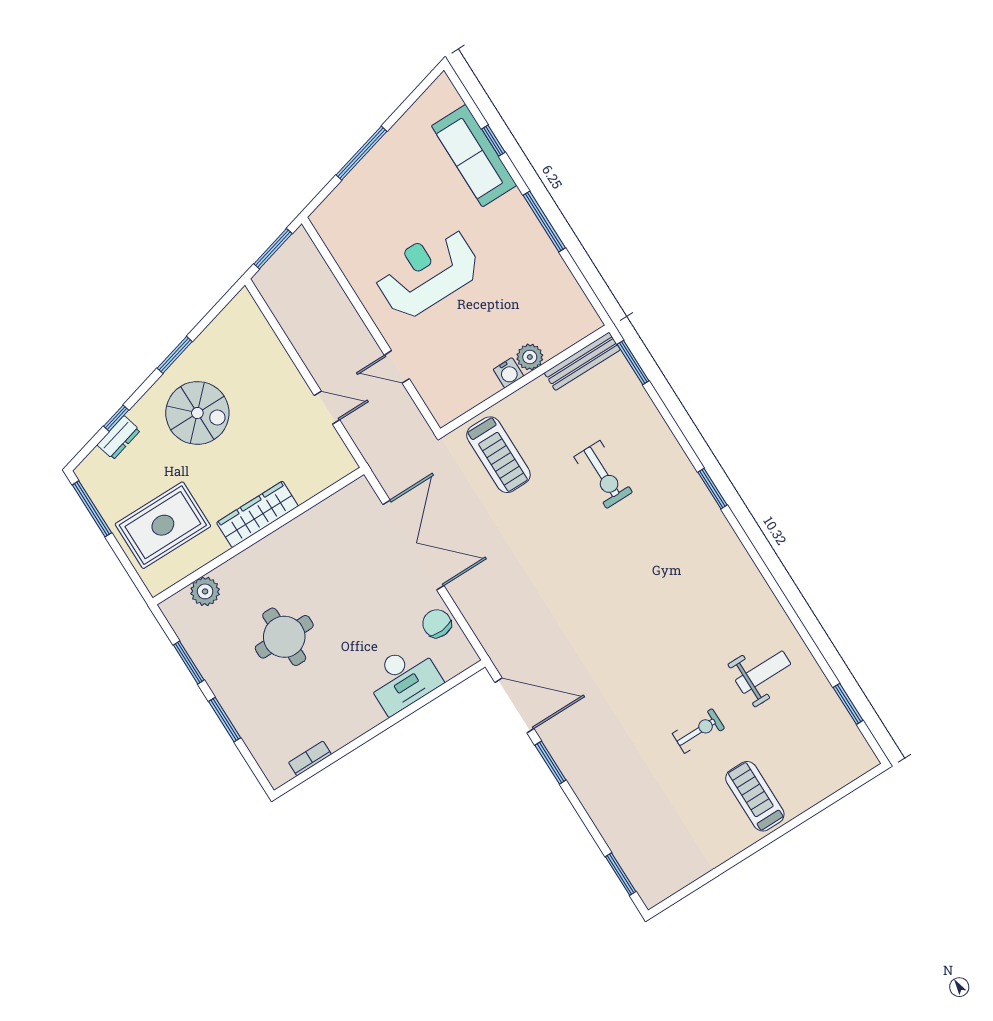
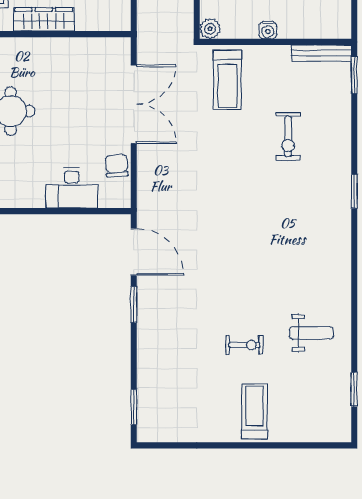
plant: (530, 357) -> (210, 29), moved

